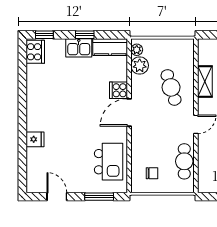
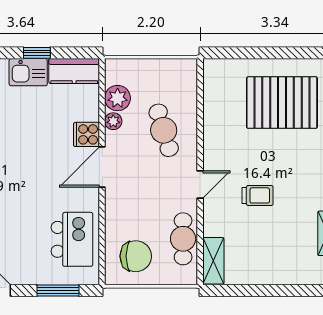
plant: (137, 50) -> (113, 121), moved
shelving: (205, 82) -> (213, 261), moved
chair: (152, 173) -> (136, 256), width x1.87, depth x1.87

